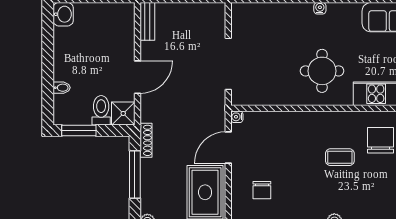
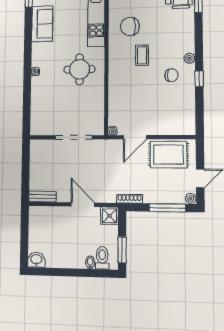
toilet: (101, 110) -> (102, 258), moved, turned 90
door: (228, 147) -> (135, 137), hinge flipped
window: (135, 175) -> (167, 208), moved
chair: (262, 190) -> (171, 75), moved

